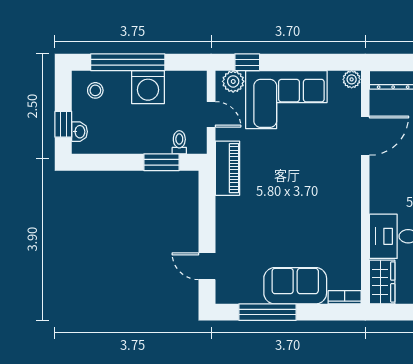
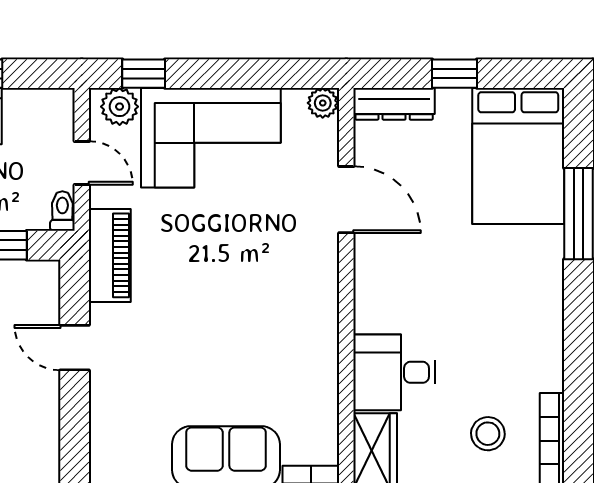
door: (365, 136) -> (346, 200), hinge flipped
toilet: (179, 142) -> (62, 211), moved
door: (207, 266) -> (75, 348), moved

